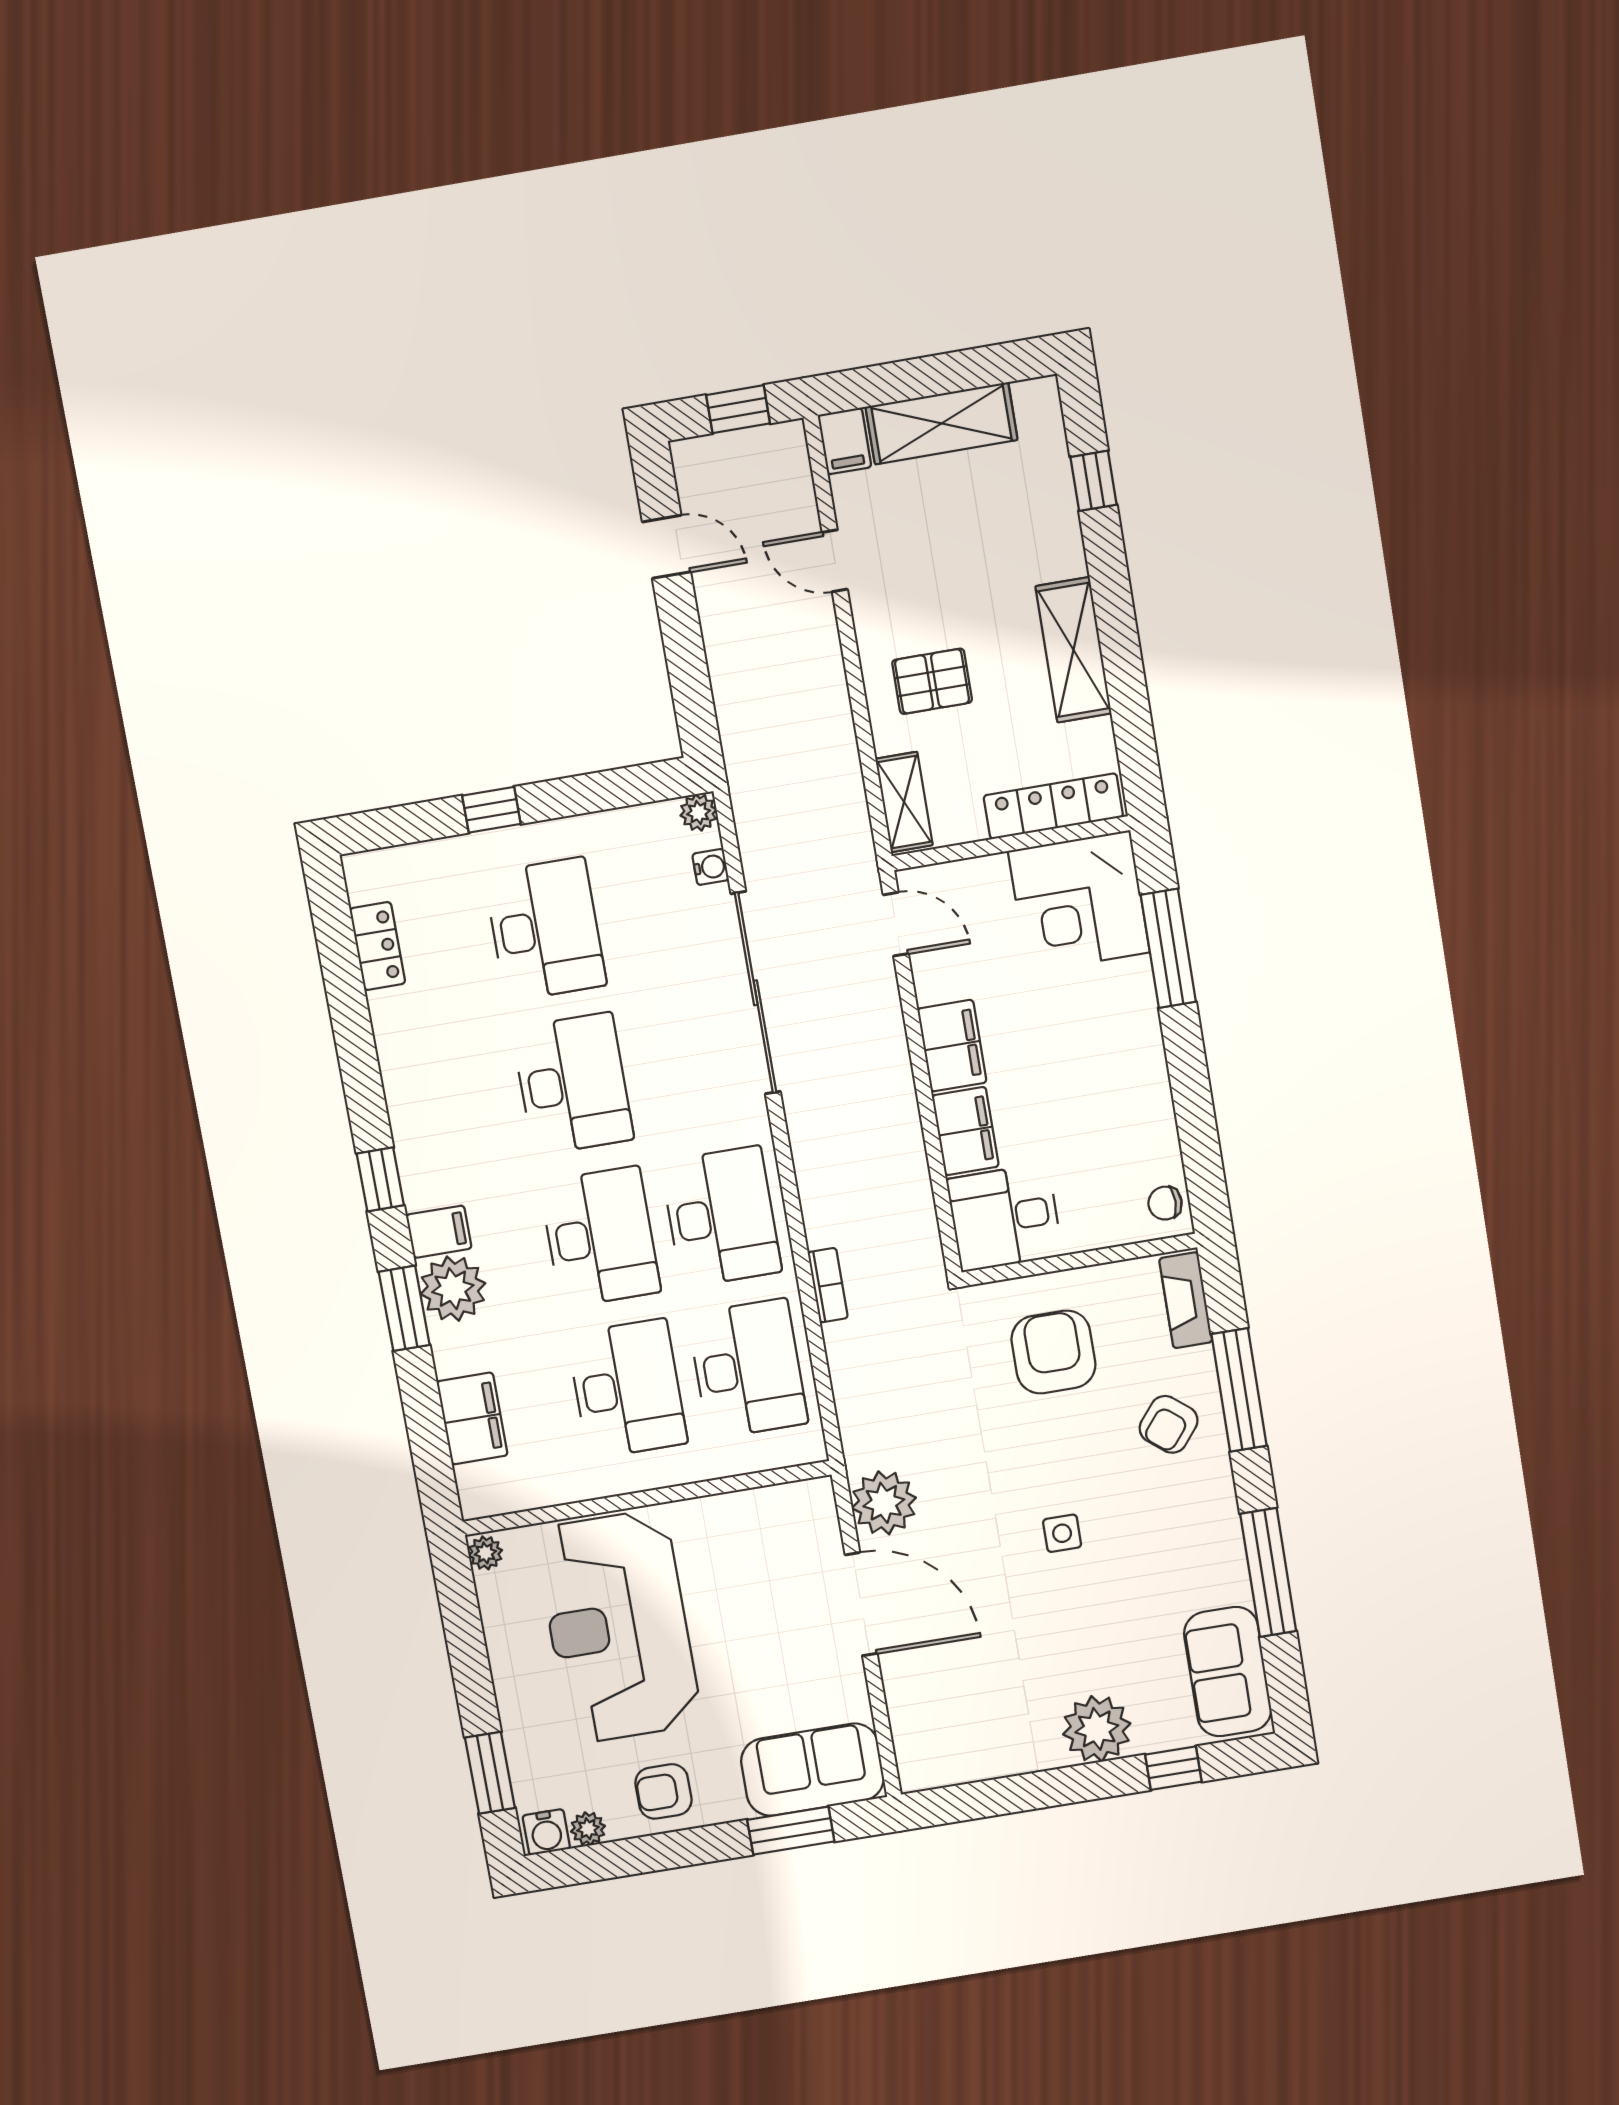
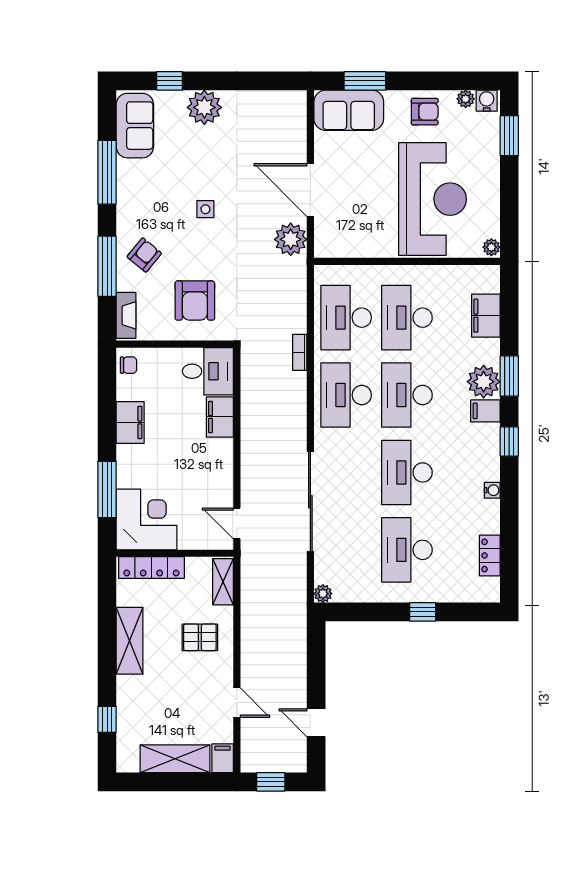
water cooler: (710, 867) -> (492, 490), moved, turned 180
filing cabinet: (952, 1046) -> (130, 422), moved, turned 180

